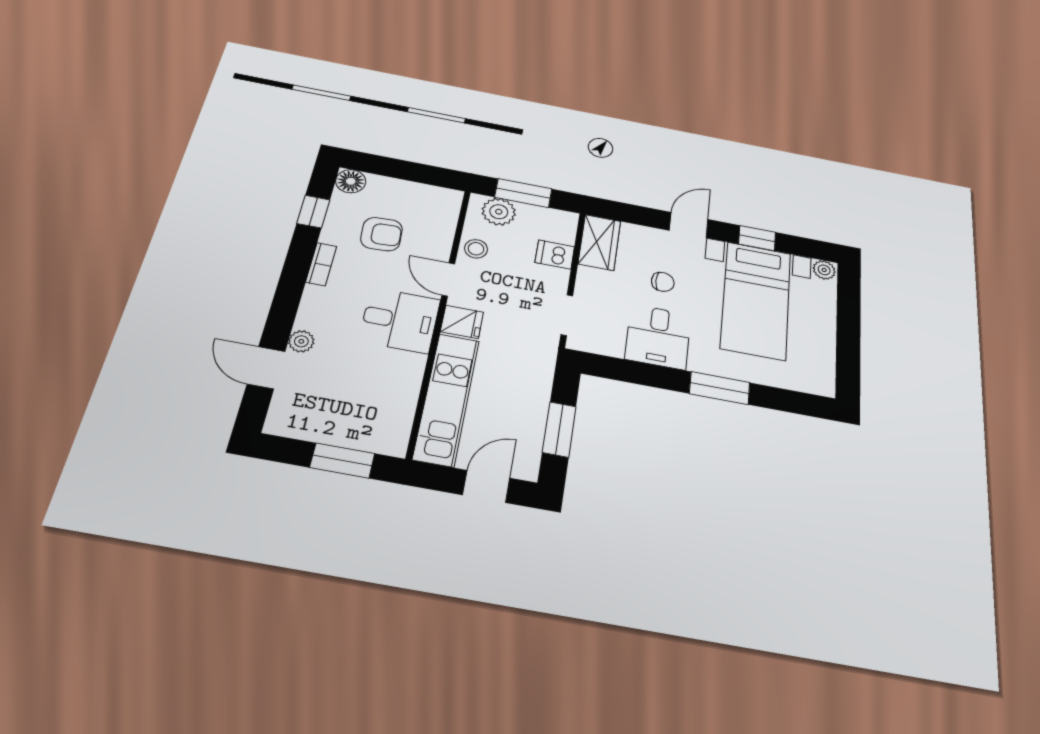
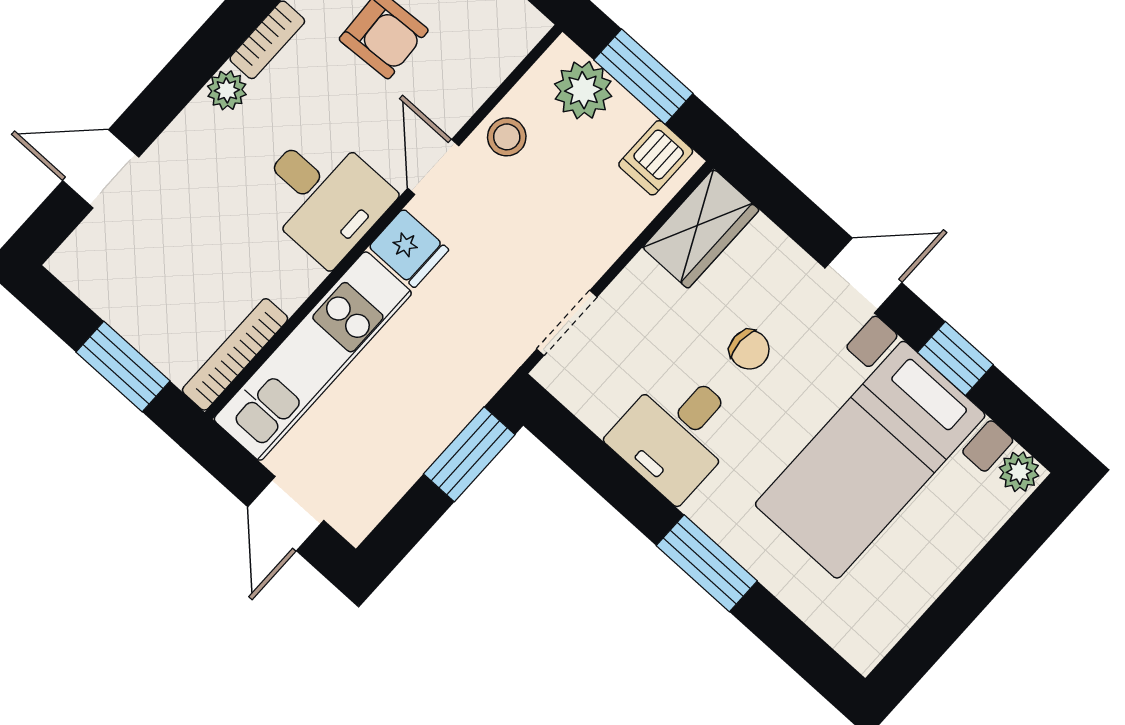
dishwasher: (555, 255) -> (656, 158), moved, turned -90
plant: (301, 341) -> (227, 90), moved
door: (266, 368) -> (101, 169), hinge flipped
bookcase: (403, 421) -> (235, 354), added
window: (559, 429) -> (469, 454), moved
door: (486, 486) -> (286, 514), swing flipped

